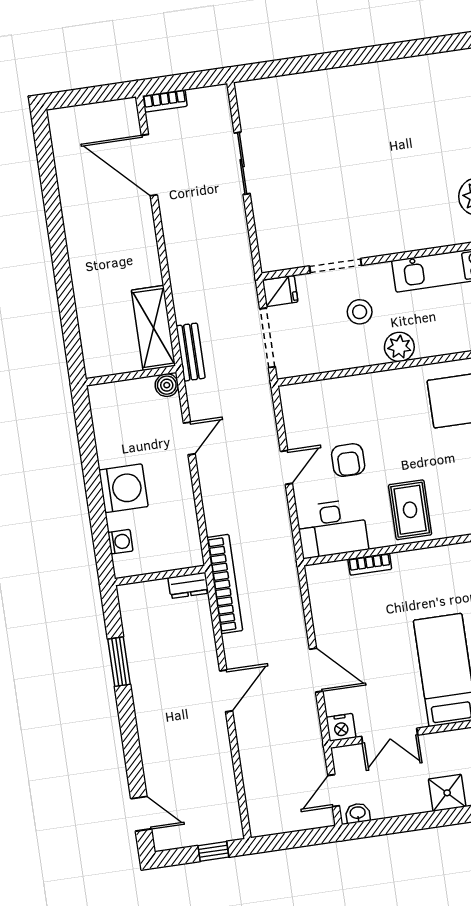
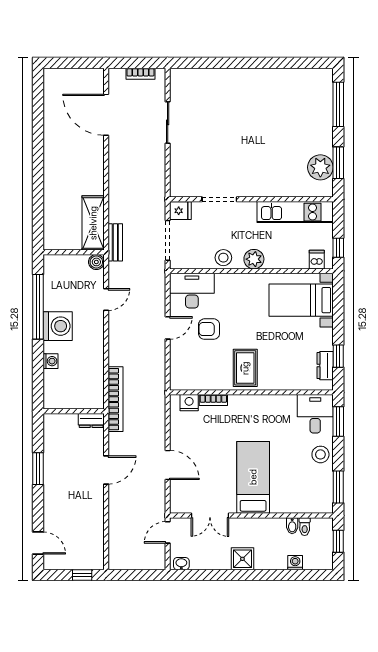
bookcase: (165, 101) -> (140, 74), moved
stool: (360, 312) -> (223, 258), moved
armchair: (348, 460) -> (209, 329), turned 90
window: (90, 464) -> (38, 307), added
desk: (332, 529) -> (192, 291), moved, turned 180
wall: (160, 575) -> (74, 411), moved
dresser: (188, 585) -> (91, 420), moved
window: (119, 662) -> (38, 469), moved
nightstand: (341, 727) -> (189, 403), moved, turned 180
door: (334, 791) -> (168, 532), moved

